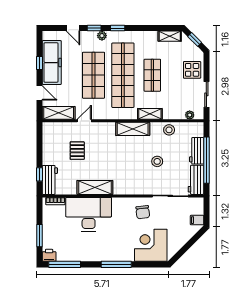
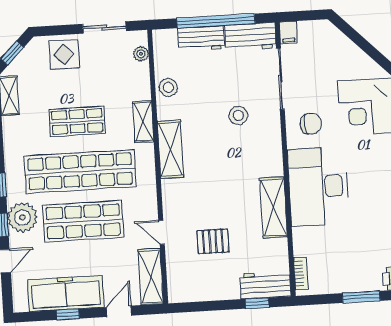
plant: (102, 36) -> (22, 217), width x1.88, depth x1.88
stool: (157, 161) -> (238, 115), moved
desk: (89, 214) -> (318, 187), moved
filing cabinet: (197, 220) -> (288, 33), moved

